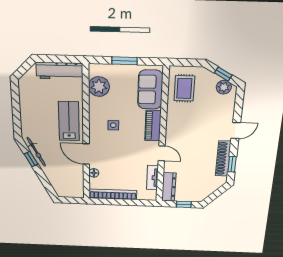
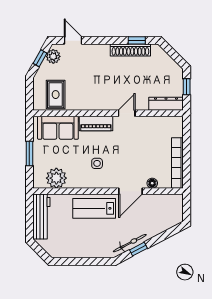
rug: (184, 88) -> (56, 95), turned 90
door: (236, 131) -> (73, 40), moved
tv unit: (152, 178) -> (155, 122), removed

